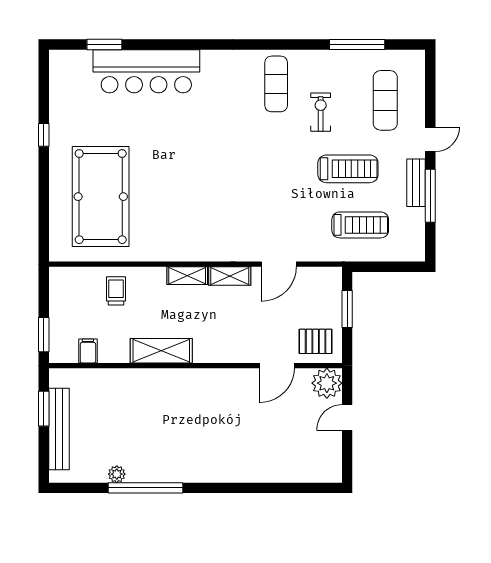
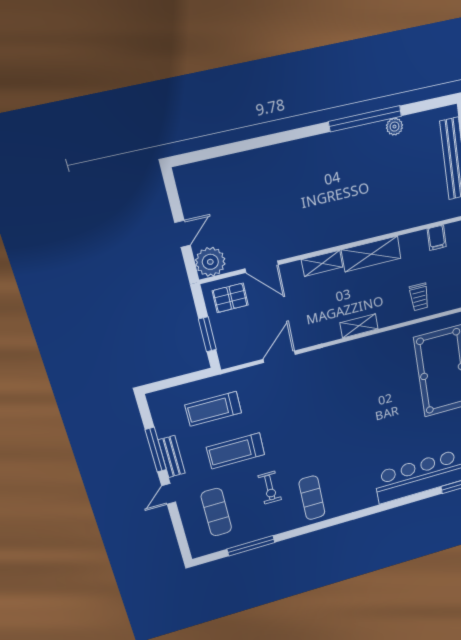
shelving: (230, 276) -> (322, 263), moved
door: (277, 366) -> (262, 267), swing flipped

